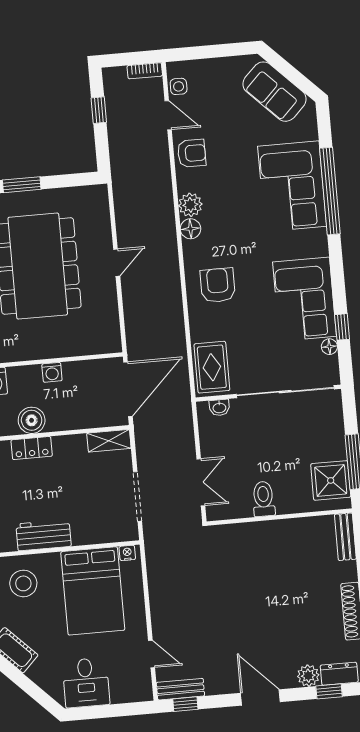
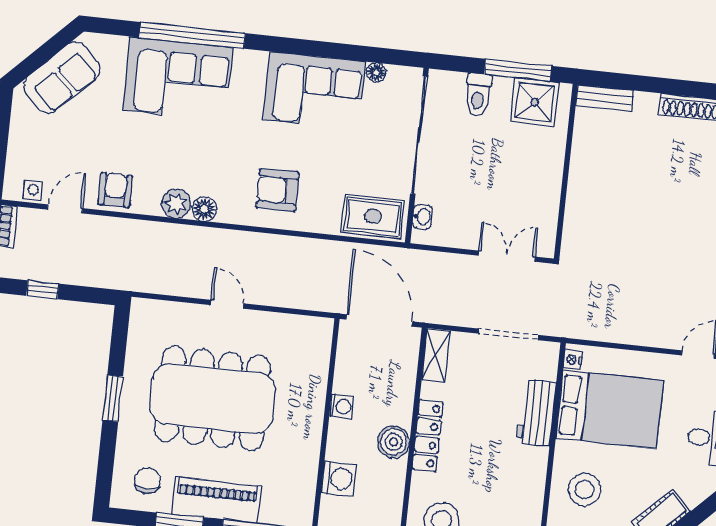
window: (342, 327) -> (356, 53), removed
locker: (32, 448) -> (428, 436), width x1.53
toilet: (263, 499) -> (478, 95), moved, turned -90
workbench: (44, 535) -> (537, 413), moved

